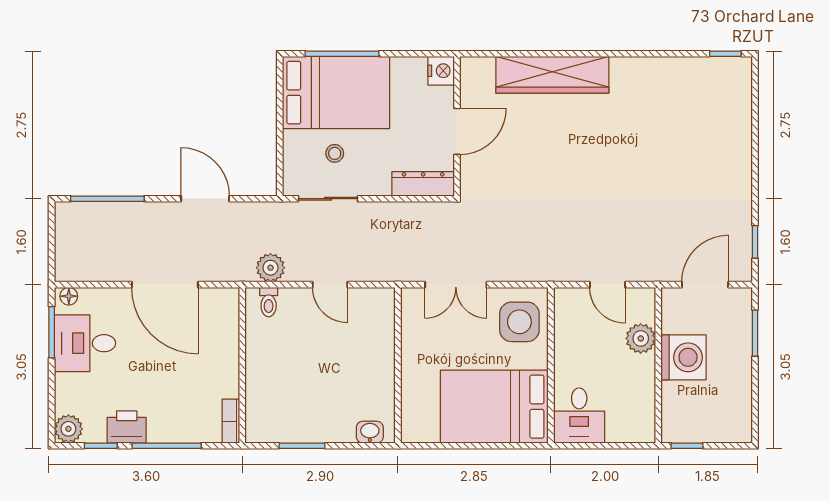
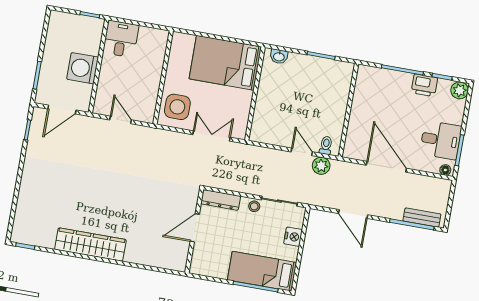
nightstand: (441, 71) -> (293, 237), moved, turned 180
wardrobe: (552, 75) -> (90, 245), moved
bed: (336, 93) -> (262, 271), width x0.67
stool: (335, 153) -> (254, 206), moved
bench: (93, 213) -> (422, 218), added
door: (330, 285) -> (302, 152), moved
plant: (641, 338) -> (106, 84), removed
bed: (494, 407) -> (225, 63), moved, turned 180
desk: (579, 415) -> (121, 39), moved
bookcase: (231, 421) -> (361, 78), removed

